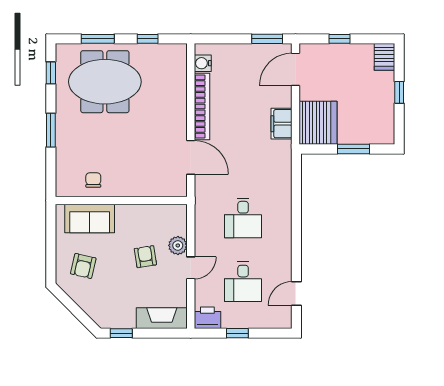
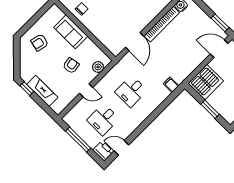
filing cabinet: (281, 124) -> (171, 85), moved, width x0.50
sofa: (90, 218) -> (71, 32), moved
plant: (178, 245) -> (98, 67), moved
fireplace: (162, 318) -> (42, 91), moved
printer: (207, 318) -> (103, 151), moved
window: (237, 333) -> (78, 140), width x2.17

